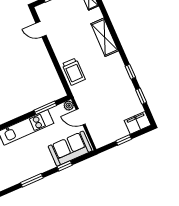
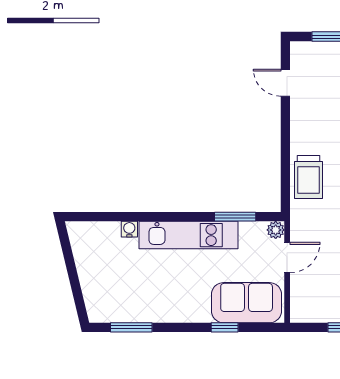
door: (81, 117) -> (287, 258), swing flipped
window: (32, 180) -> (131, 327), moved

